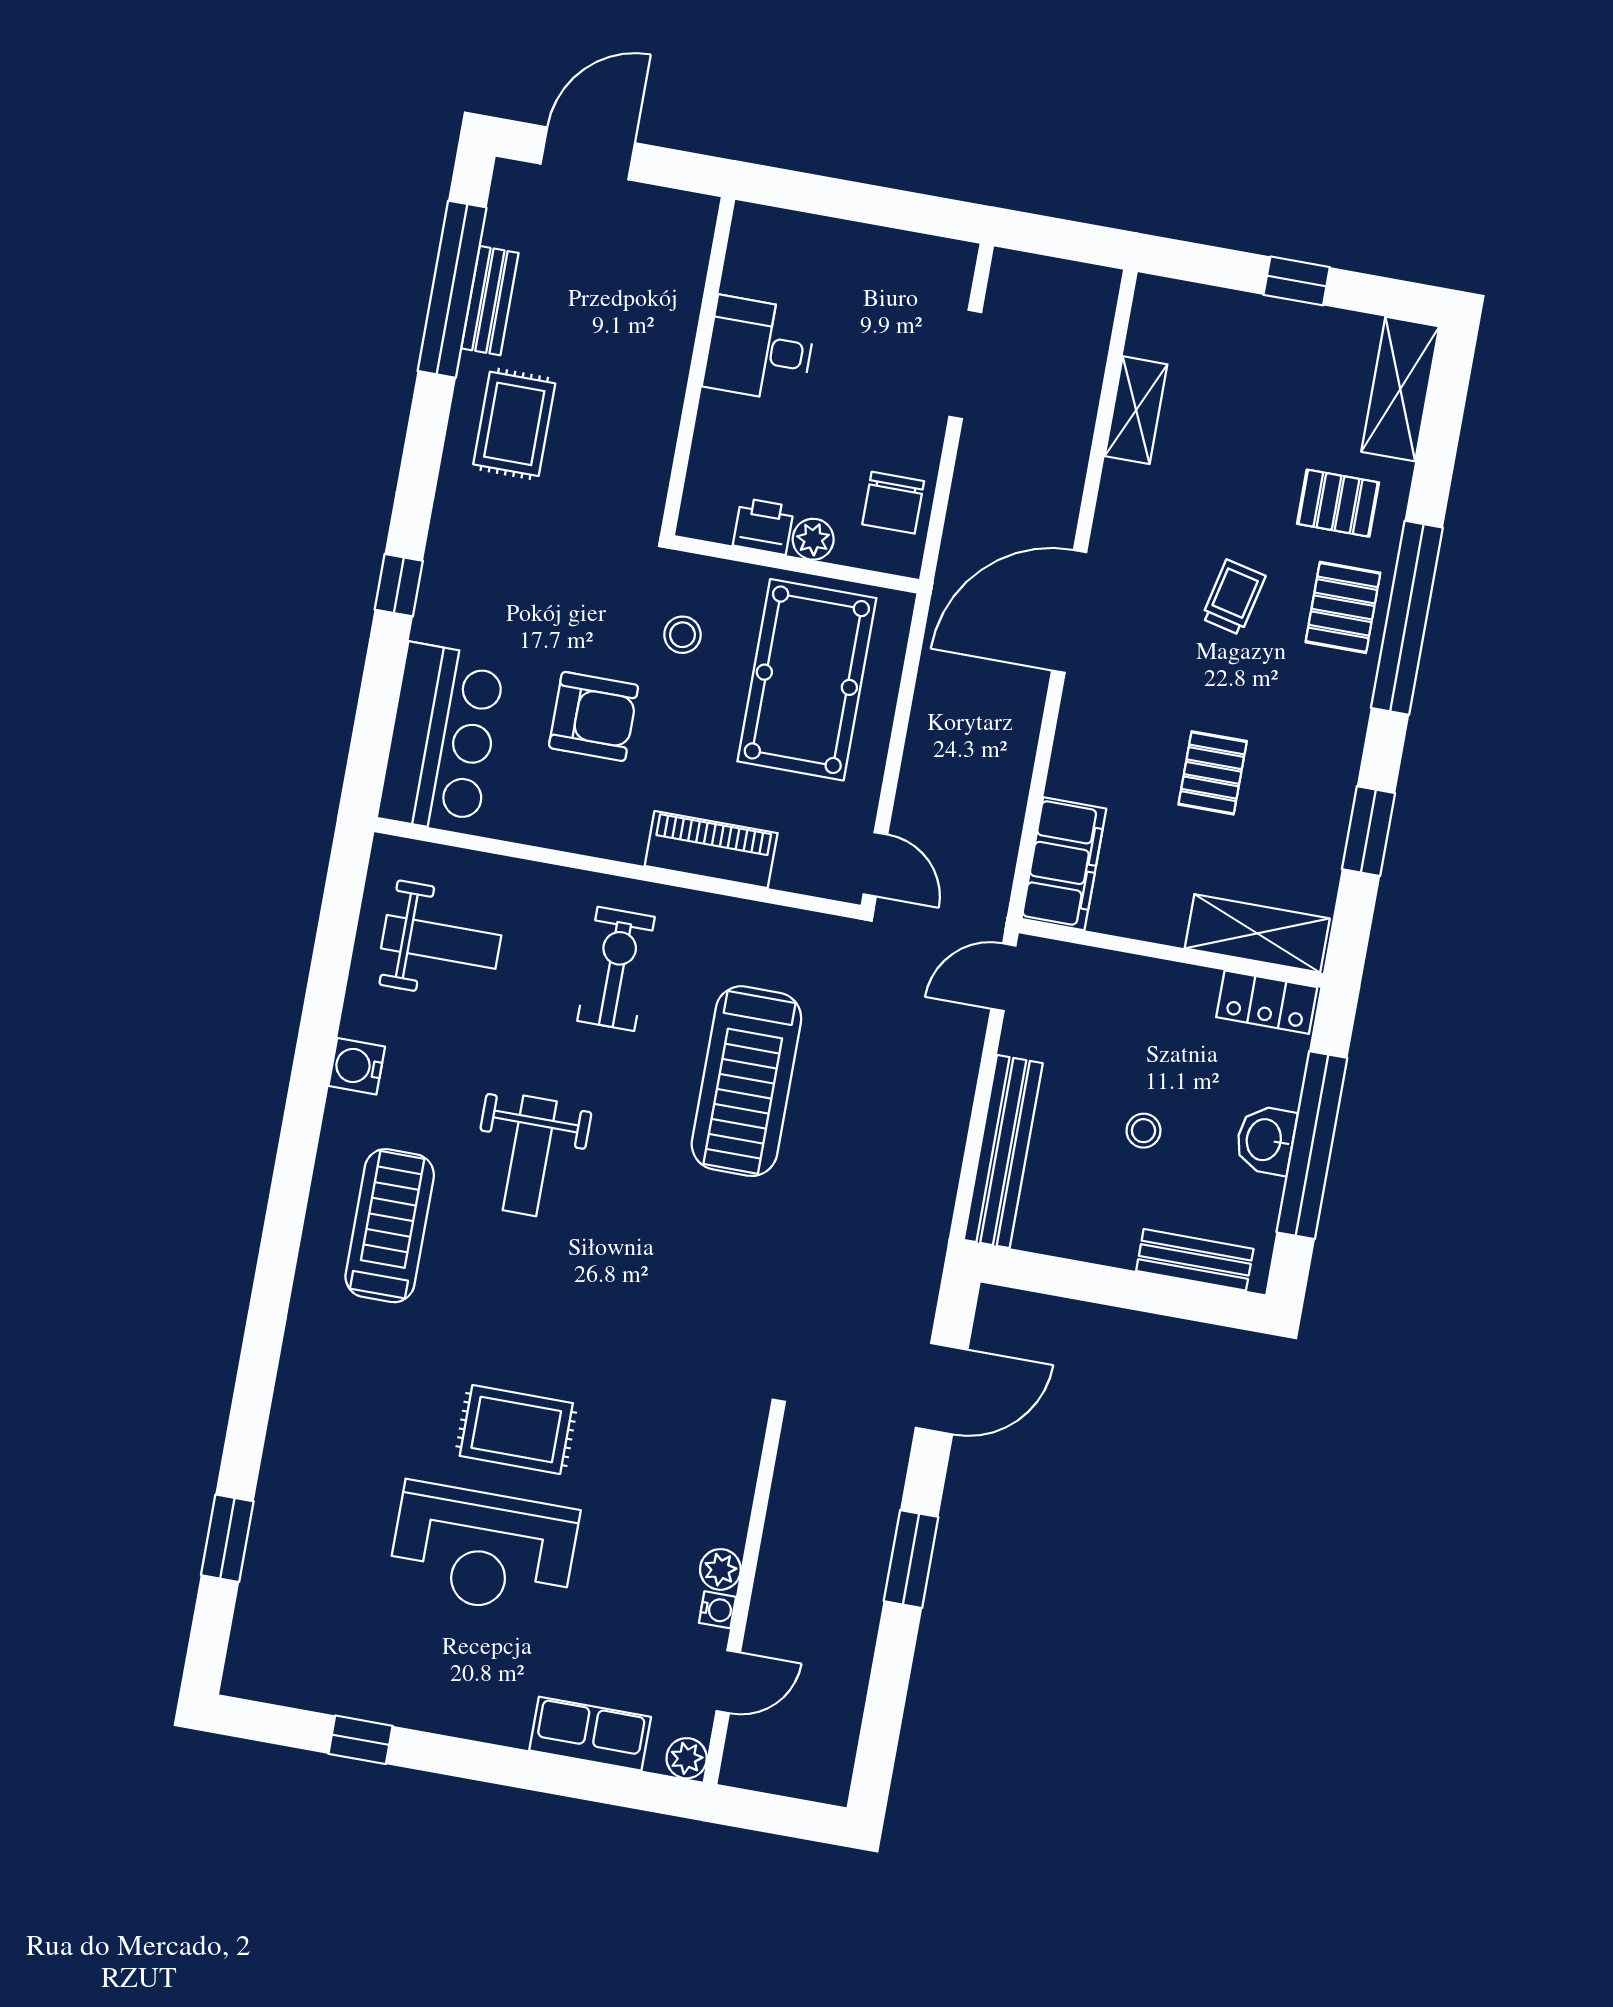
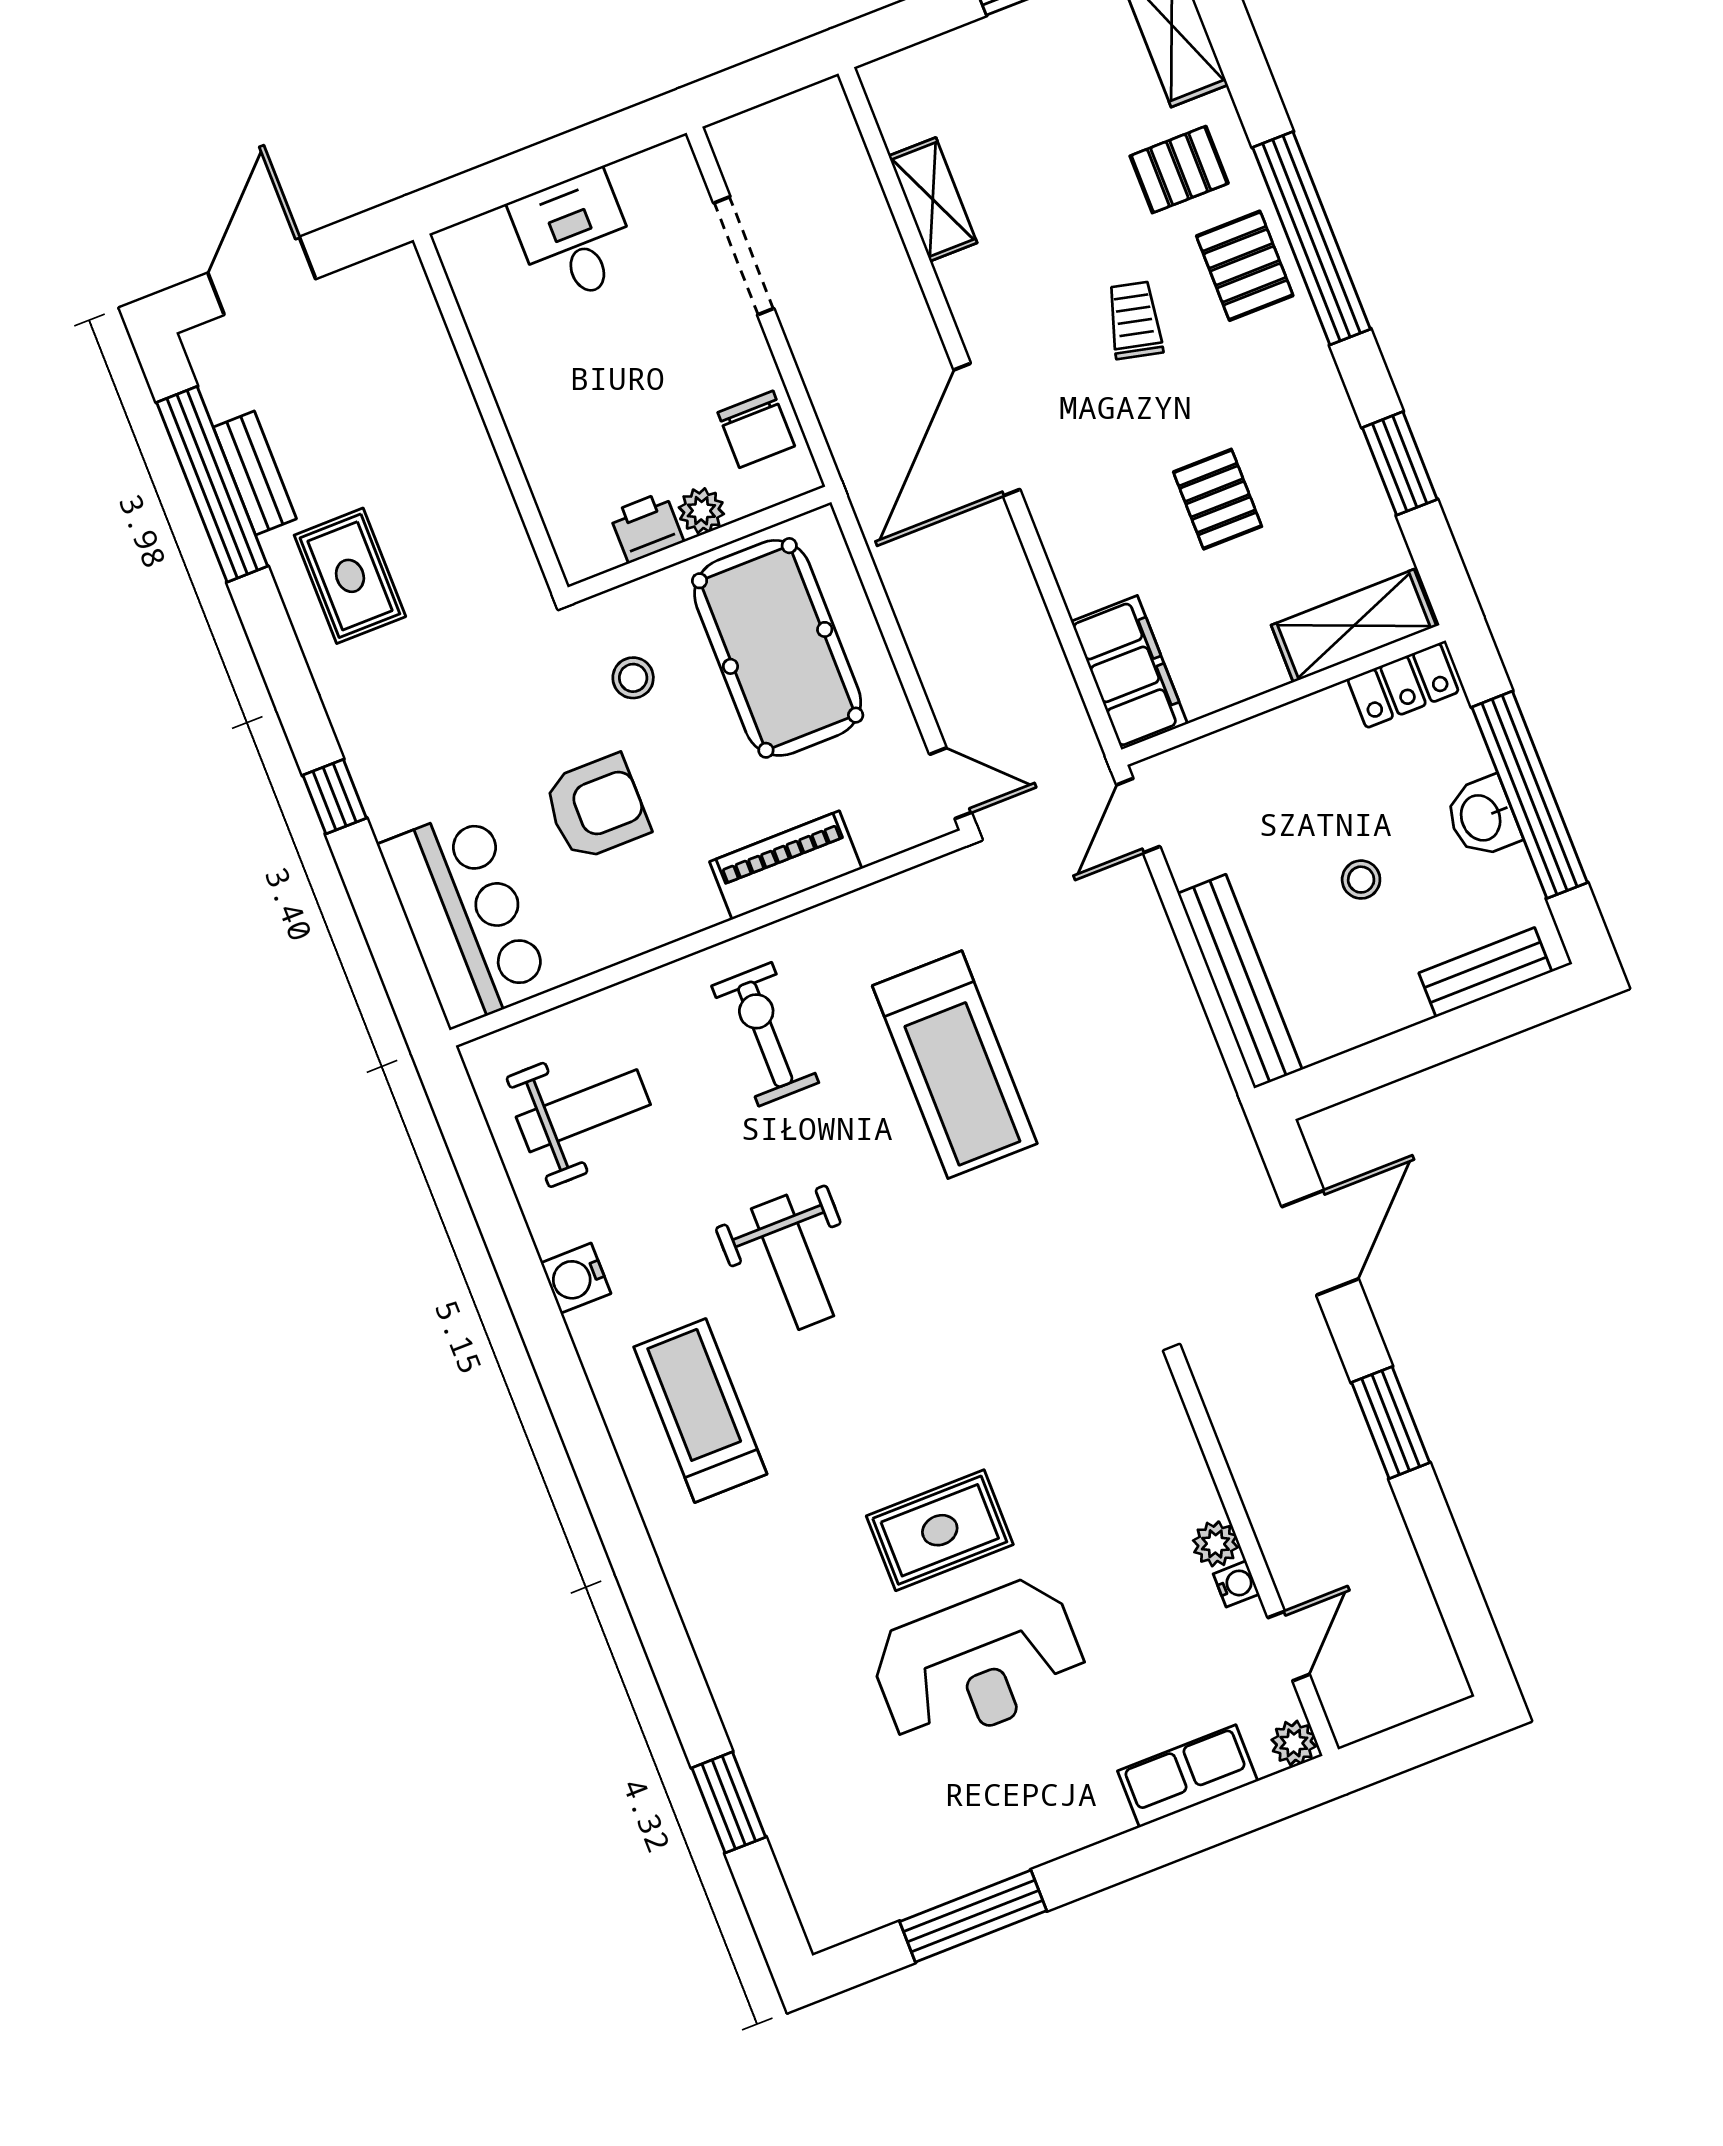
desk: (760, 349) -> (575, 237), moved, turned 90
window: (361, 1740) -> (973, 1916), width x2.17

